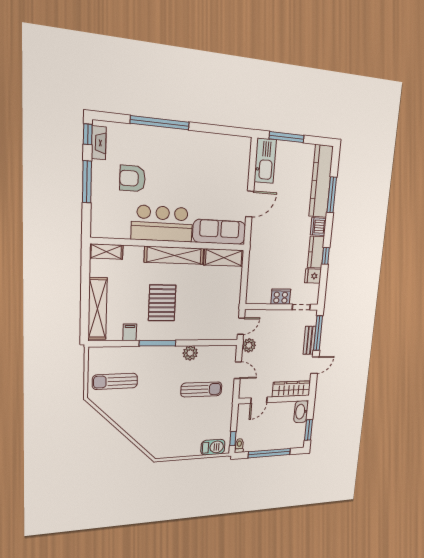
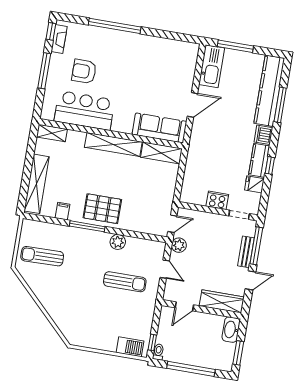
bar counter: (162, 224) -> (84, 110), moved
pallet: (162, 303) -> (102, 209), moved, turned 90

